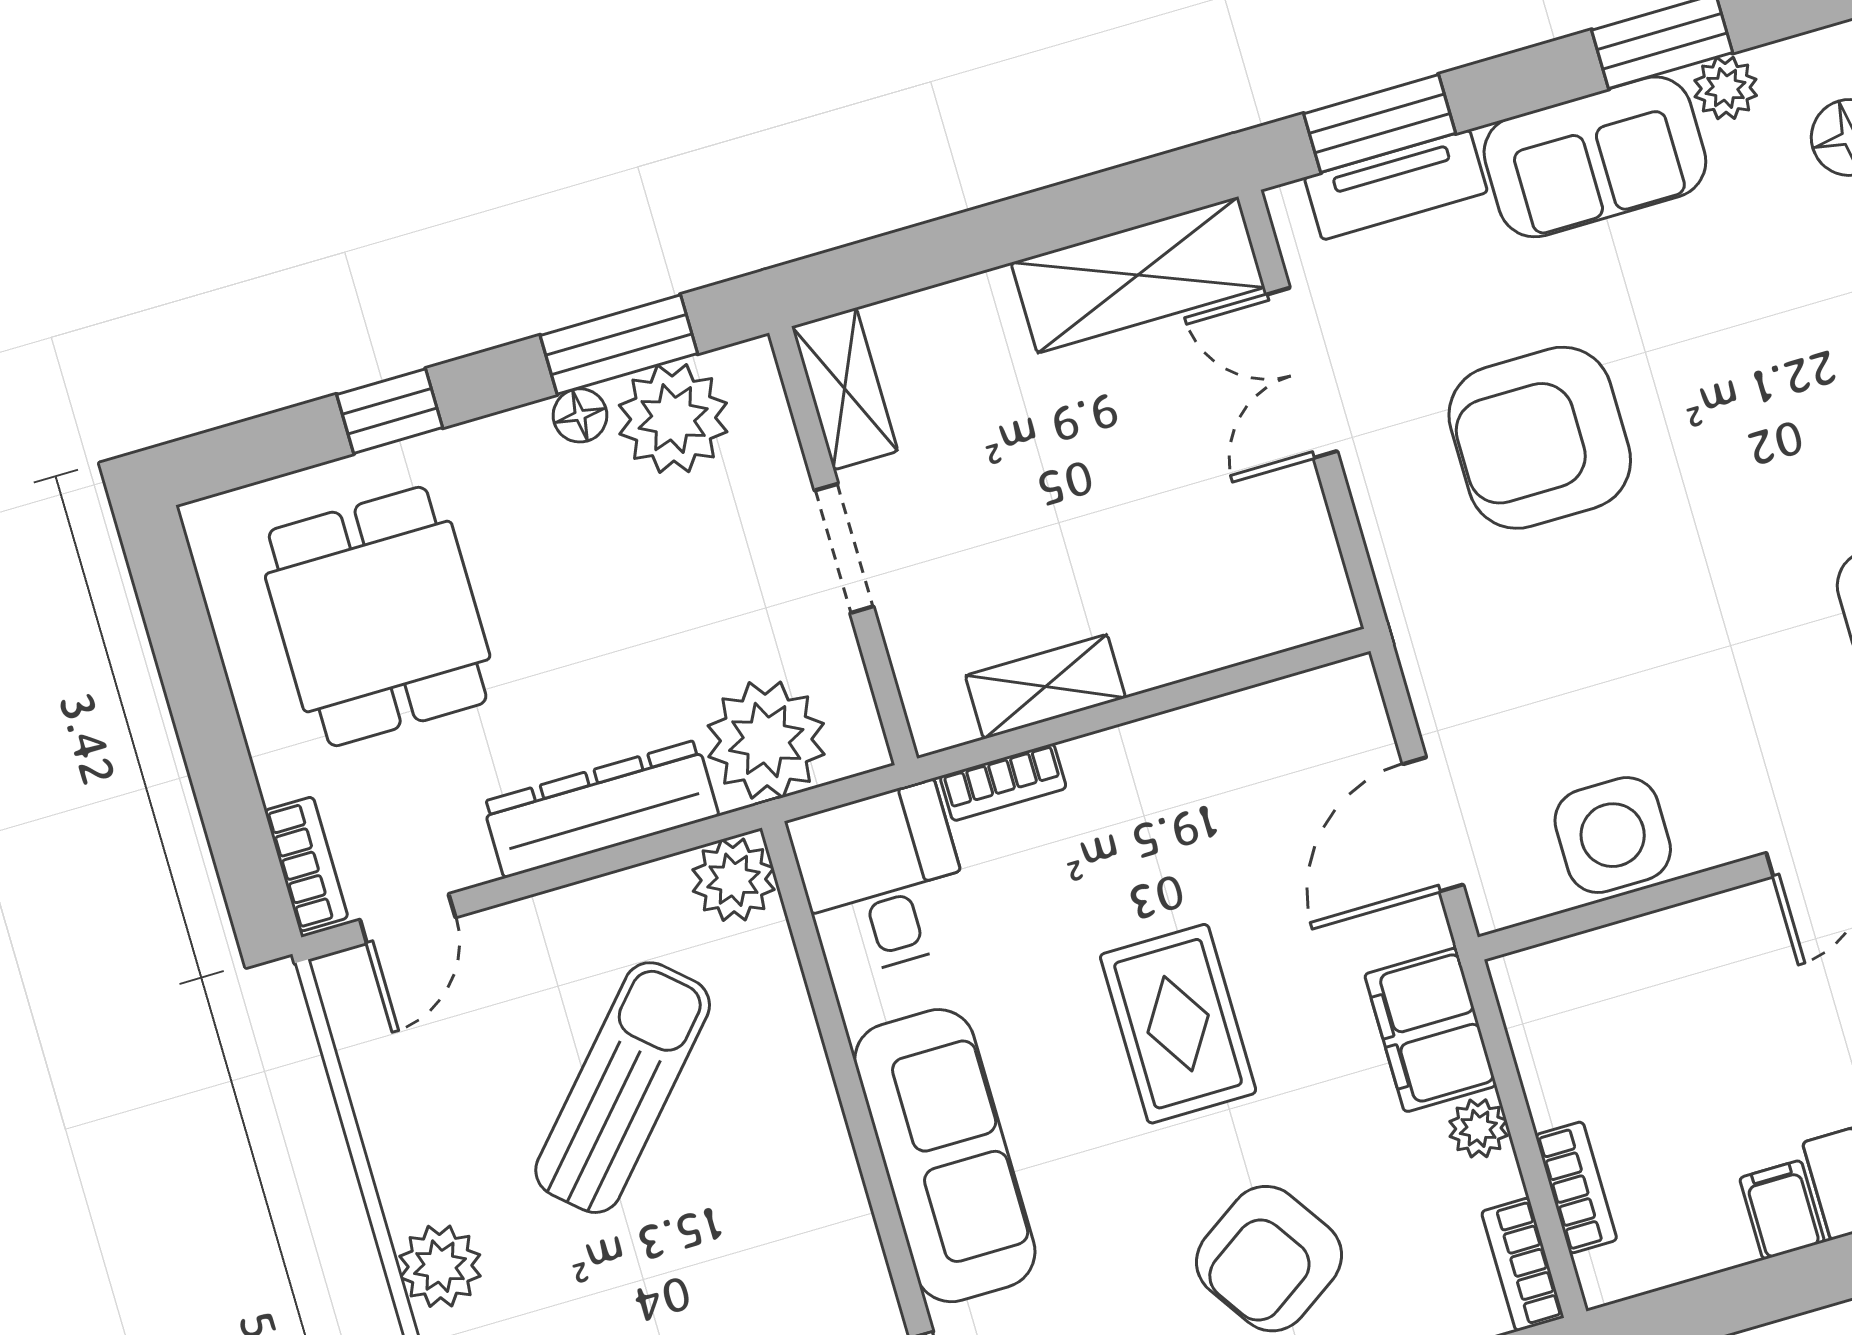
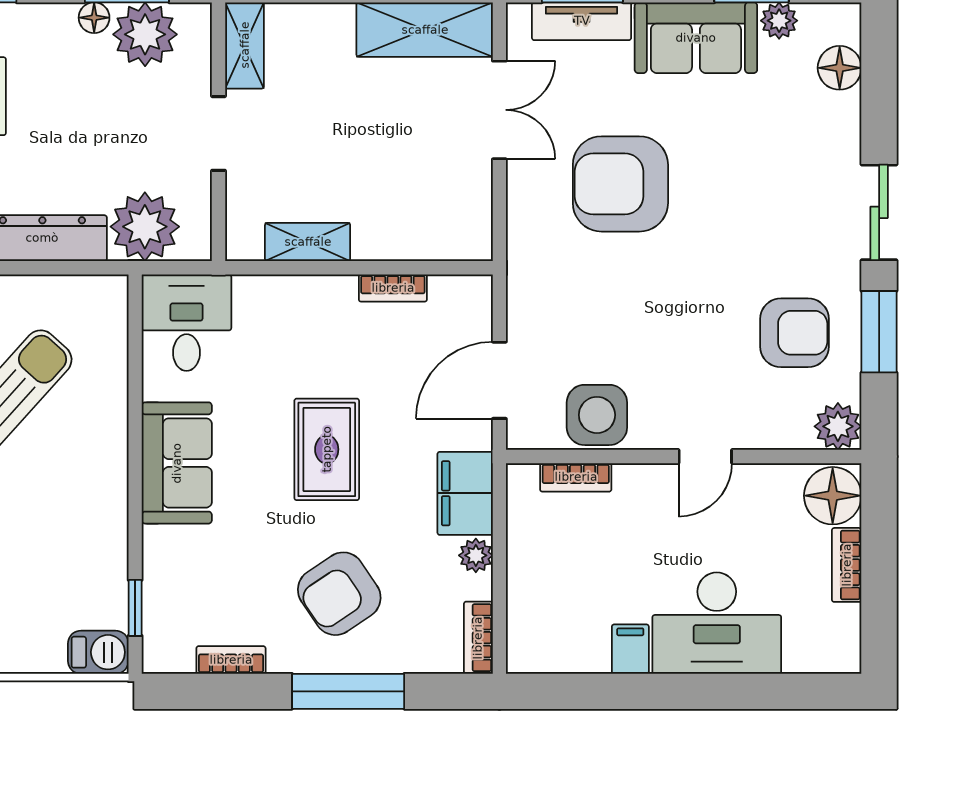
double door: (1302, 373) -> (499, 110), swing flipped
bookcase: (1003, 782) -> (393, 288), moved
plant: (733, 880) -> (104, 299), removed
sofa: (945, 1156) -> (177, 463), width x0.73
bookcase: (1576, 1187) -> (576, 477), moved, turned 90

